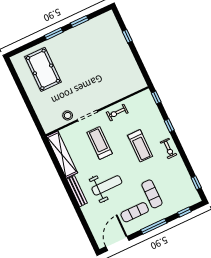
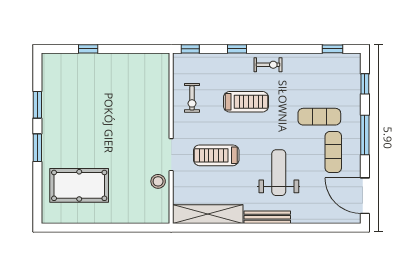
exercise bike: (117, 113) -> (192, 98), moved

